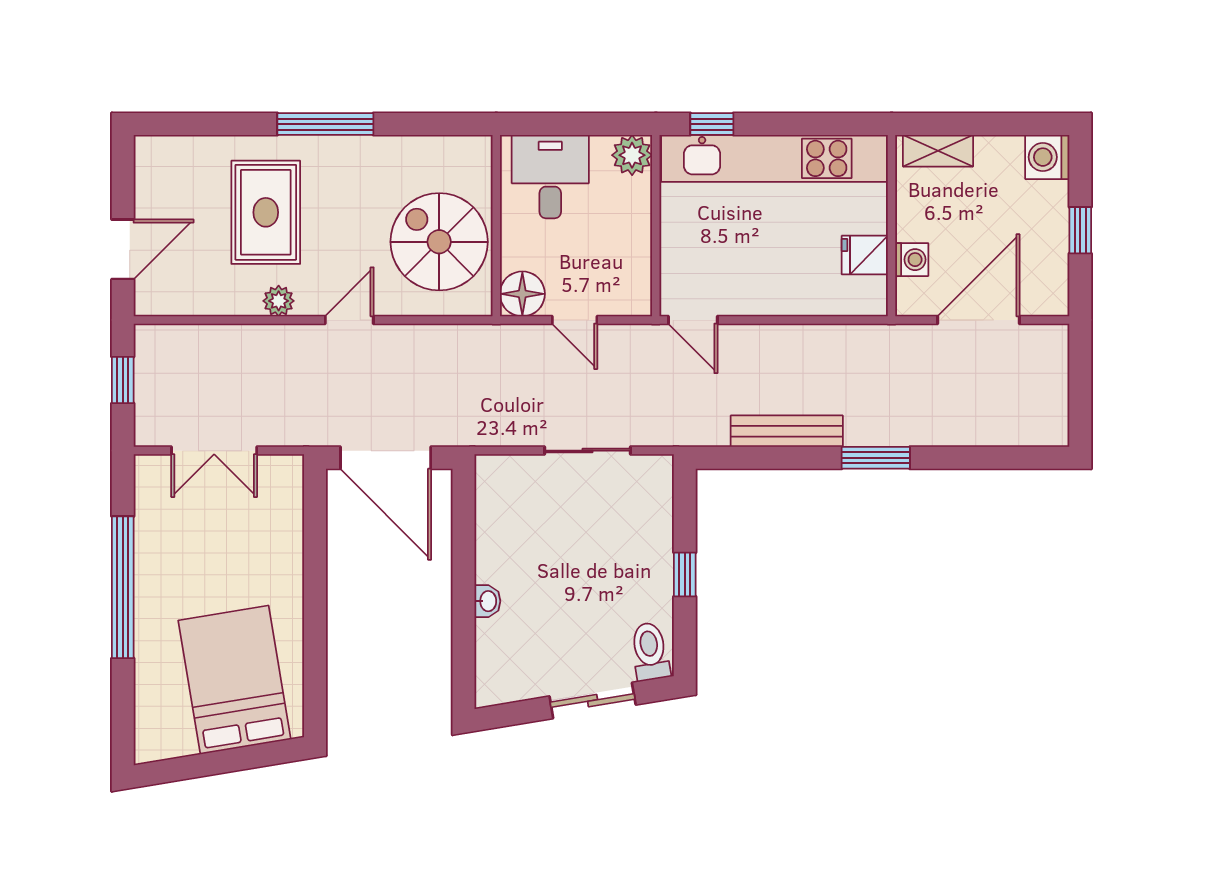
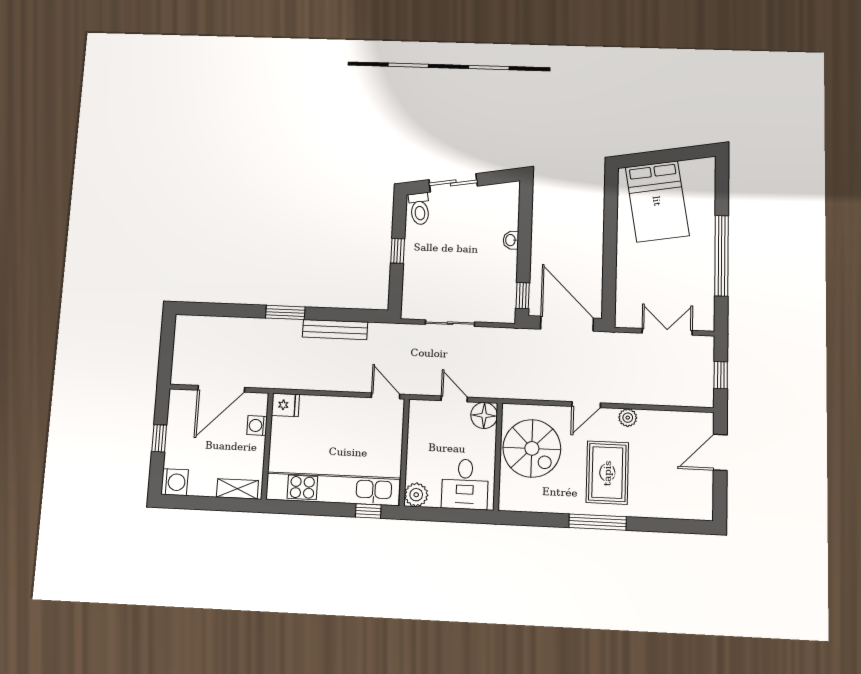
rug: (266, 212) -> (607, 473), moved
fridge: (865, 255) -> (285, 405), moved
window: (464, 504) -> (523, 296), added

